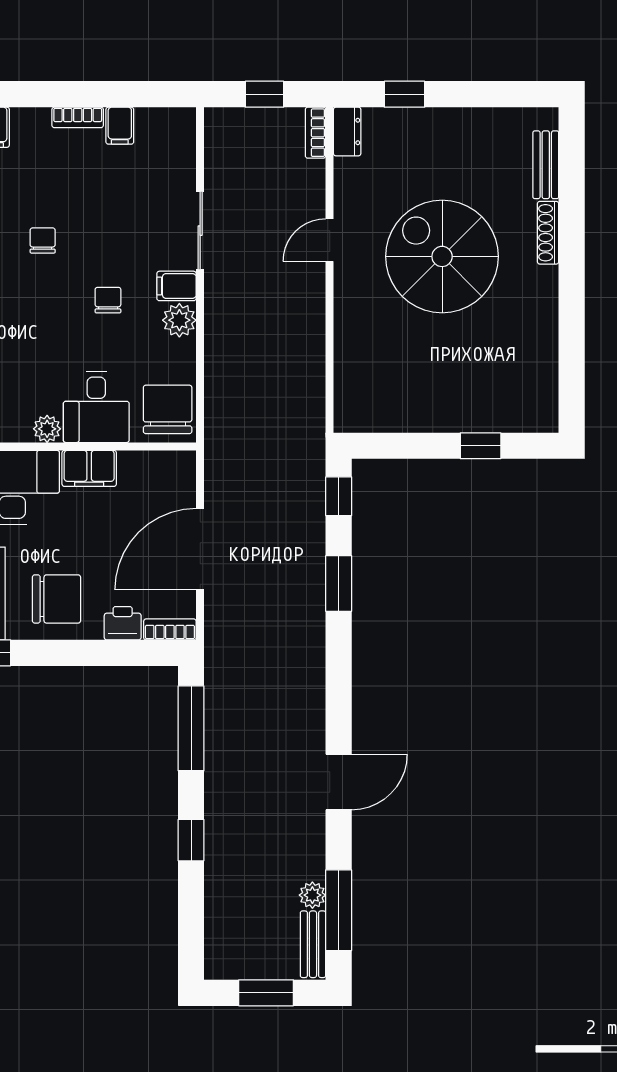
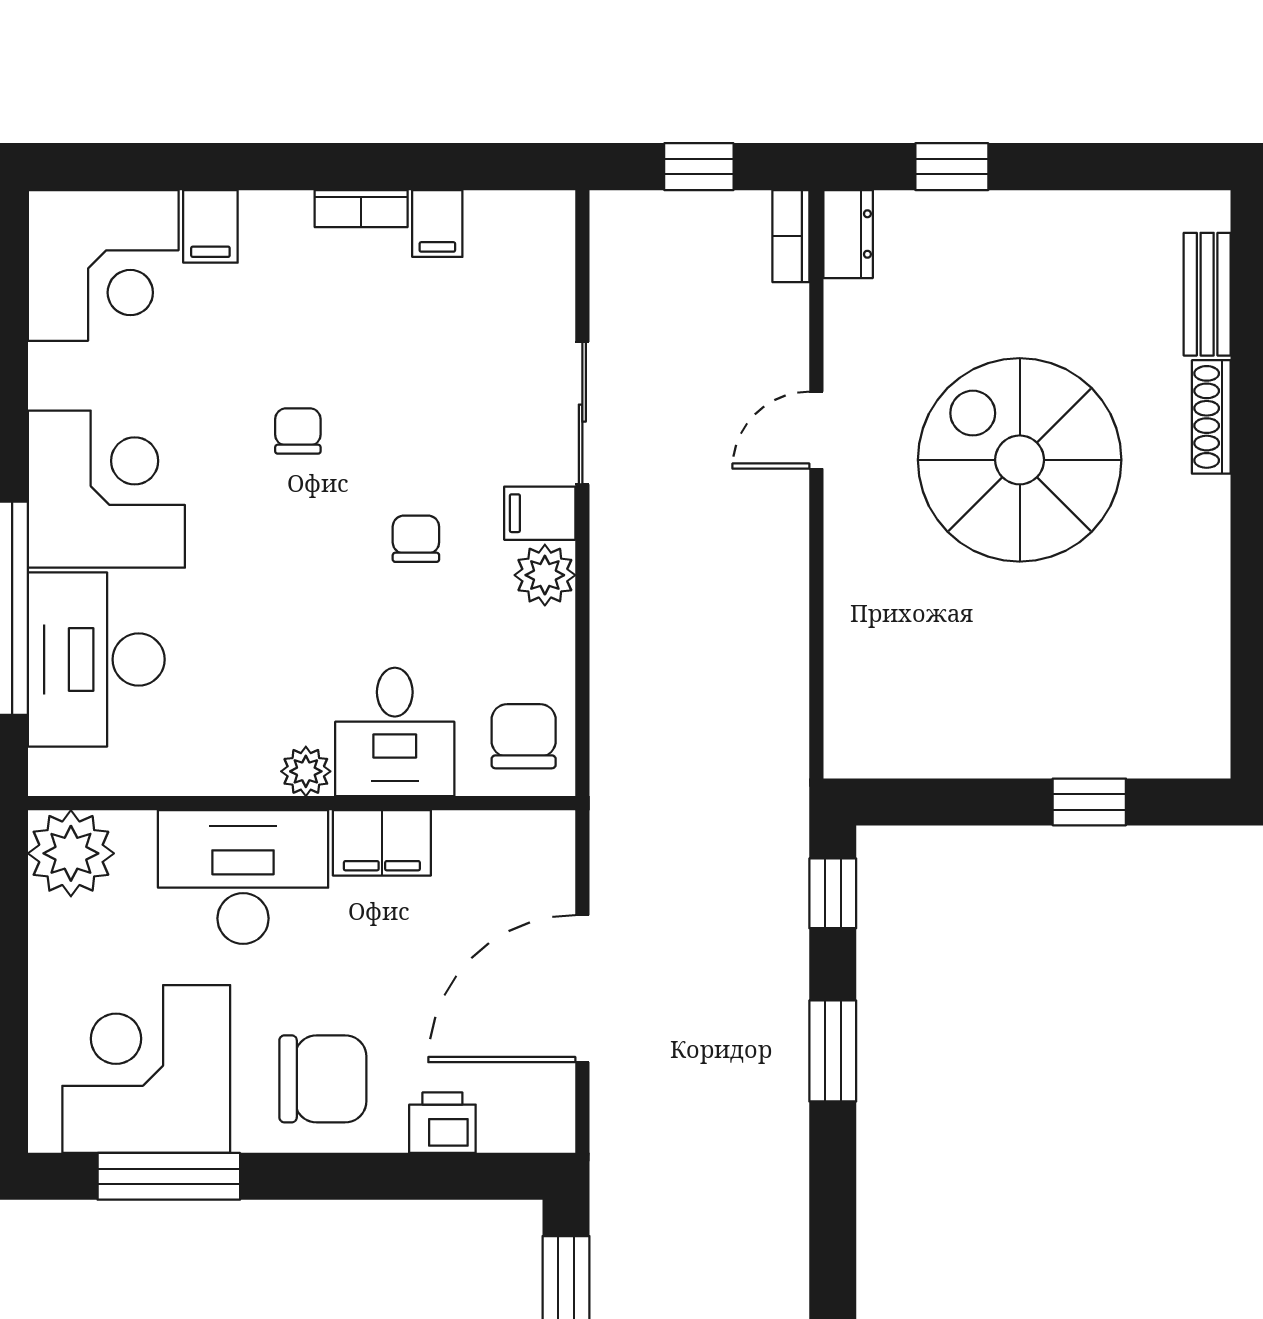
chair: (168, 409) -> (524, 736), width x0.73, depth x0.73
bookcase: (170, 629) -> (528, 1134), removed

